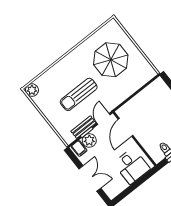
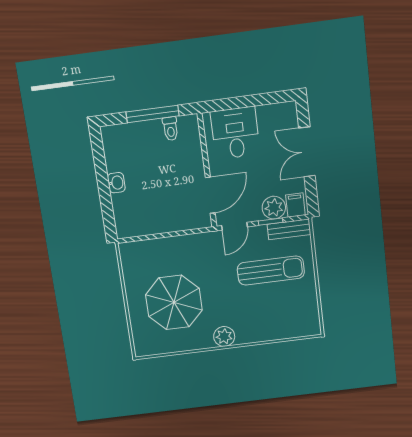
plant: (32, 90) -> (224, 336), moved
sun lounger: (79, 94) -> (271, 271), moved
bench: (84, 127) -> (289, 229), moved

